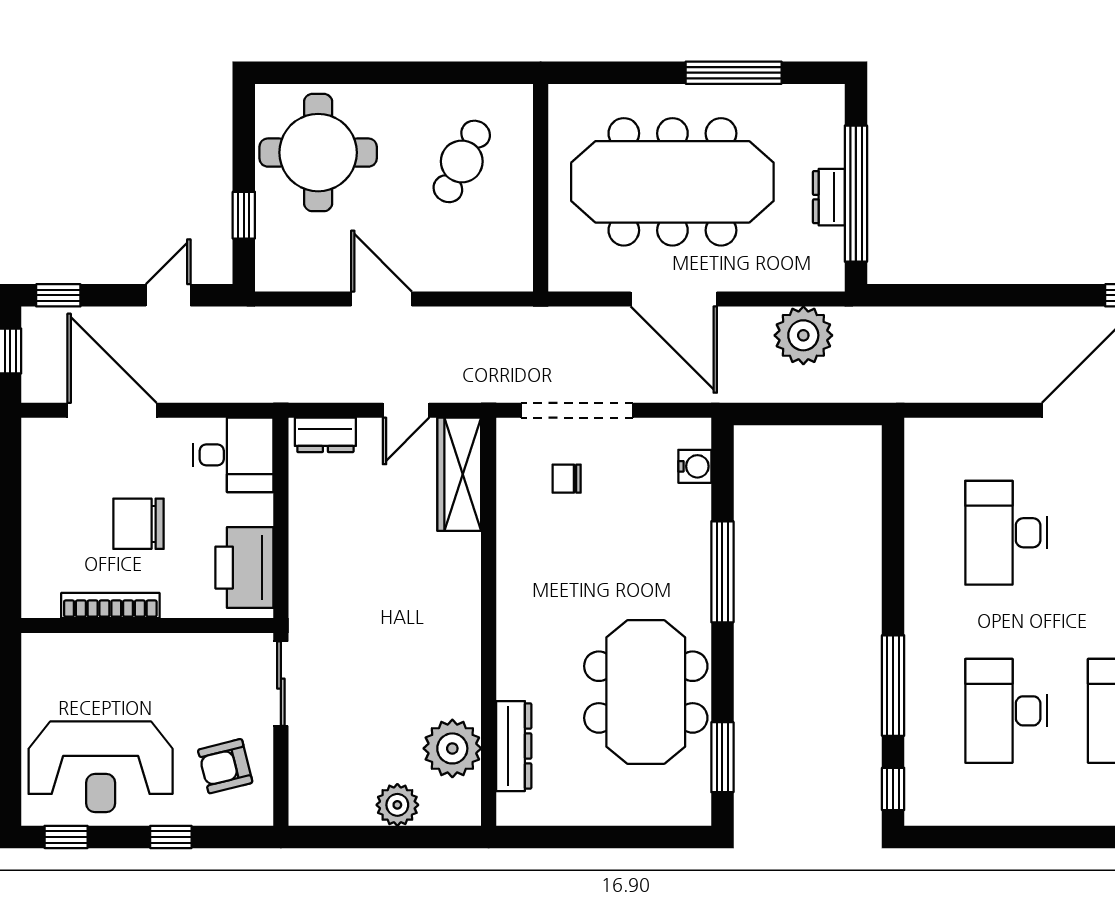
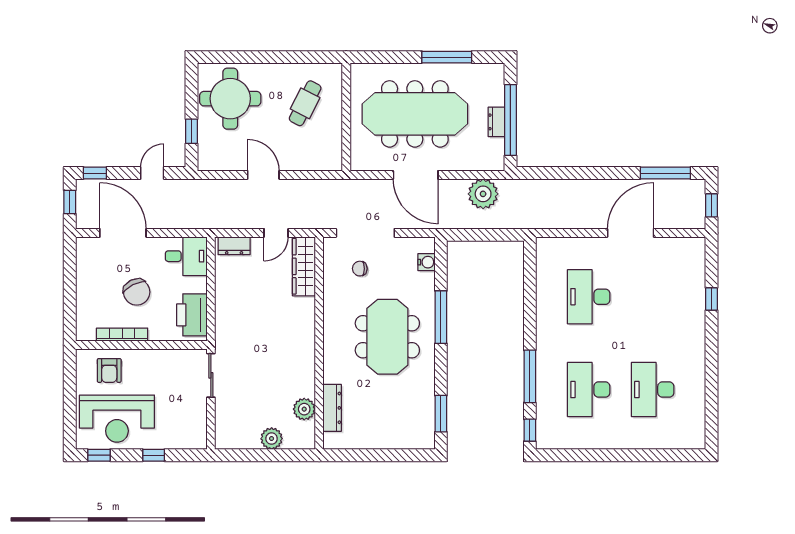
chair: (138, 524) -> (137, 292), turned -117
meeting table: (646, 692) -> (387, 337), moved
plant: (452, 748) -> (304, 409), width x0.73, depth x0.73
armchair: (225, 766) -> (109, 370), moved, turned -76

